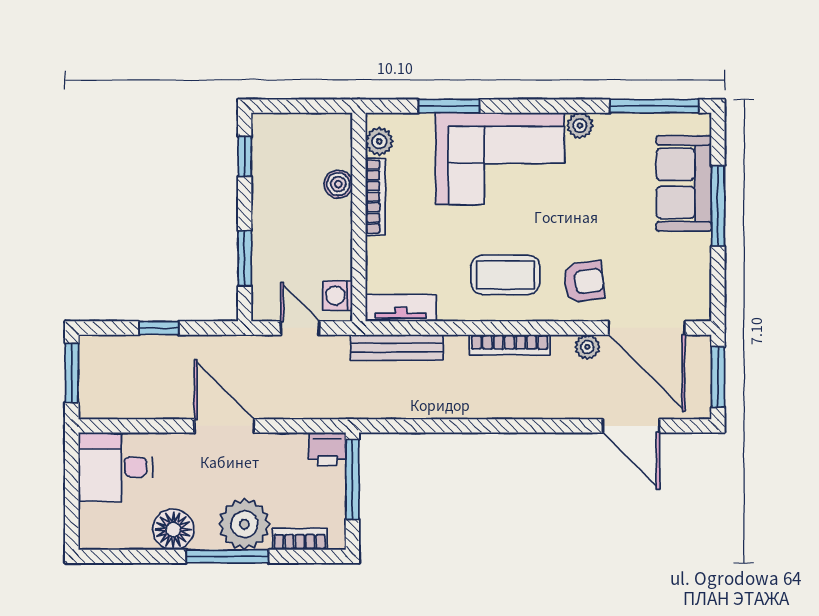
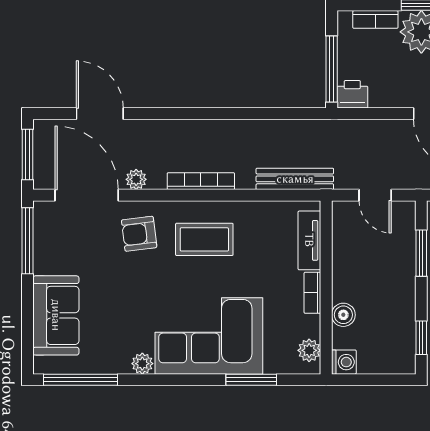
bookcase: (375, 197) -> (312, 293), width x0.64
window: (718, 206) -> (28, 241), moved
washing machine: (338, 295) -> (344, 362), moved
tv unit: (401, 308) -> (309, 240), moved, turned 90

